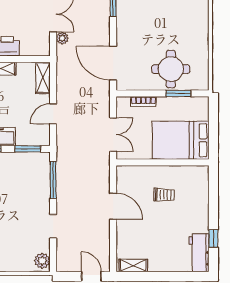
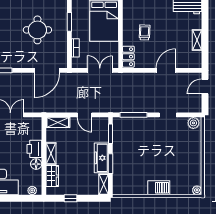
plant: (62, 38) -> (28, 108), removed
round table: (171, 69) -> (37, 30), moved
locker: (132, 173) -> (128, 57), added
door: (113, 206) -> (166, 70), moved
shelving: (133, 265) -> (197, 40), moved

